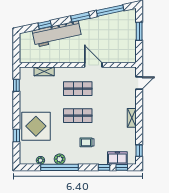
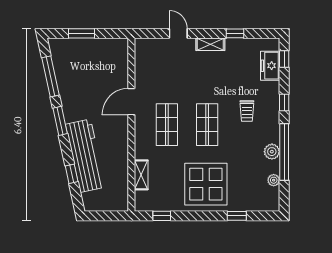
door: (139, 83) -> (178, 33), moved
display table: (36, 126) -> (206, 184), moved
window: (139, 151) -> (235, 33), moved
window: (104, 167) -> (284, 103), moved

